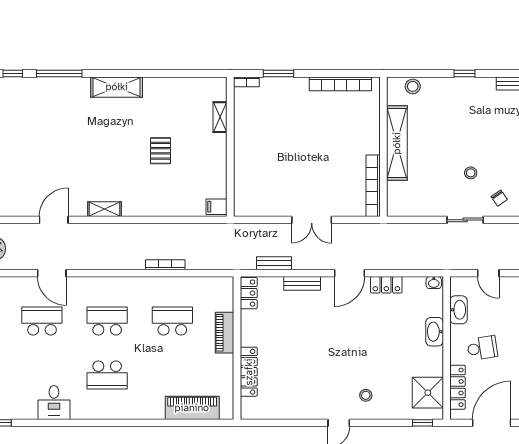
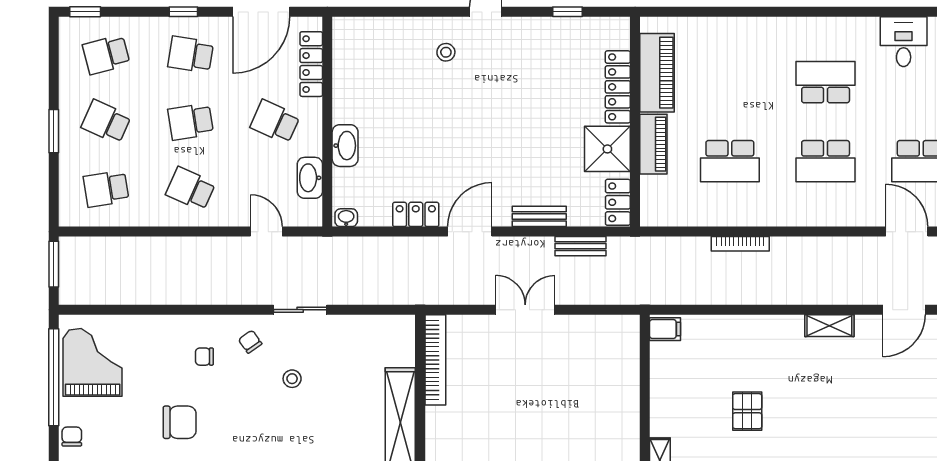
school desk: (482, 348) -> (275, 122), turned 33
shower: (428, 393) -> (607, 149), moved
piano: (192, 408) -> (657, 73), moved, turned -90
window: (423, 423) -> (567, 12), moved

